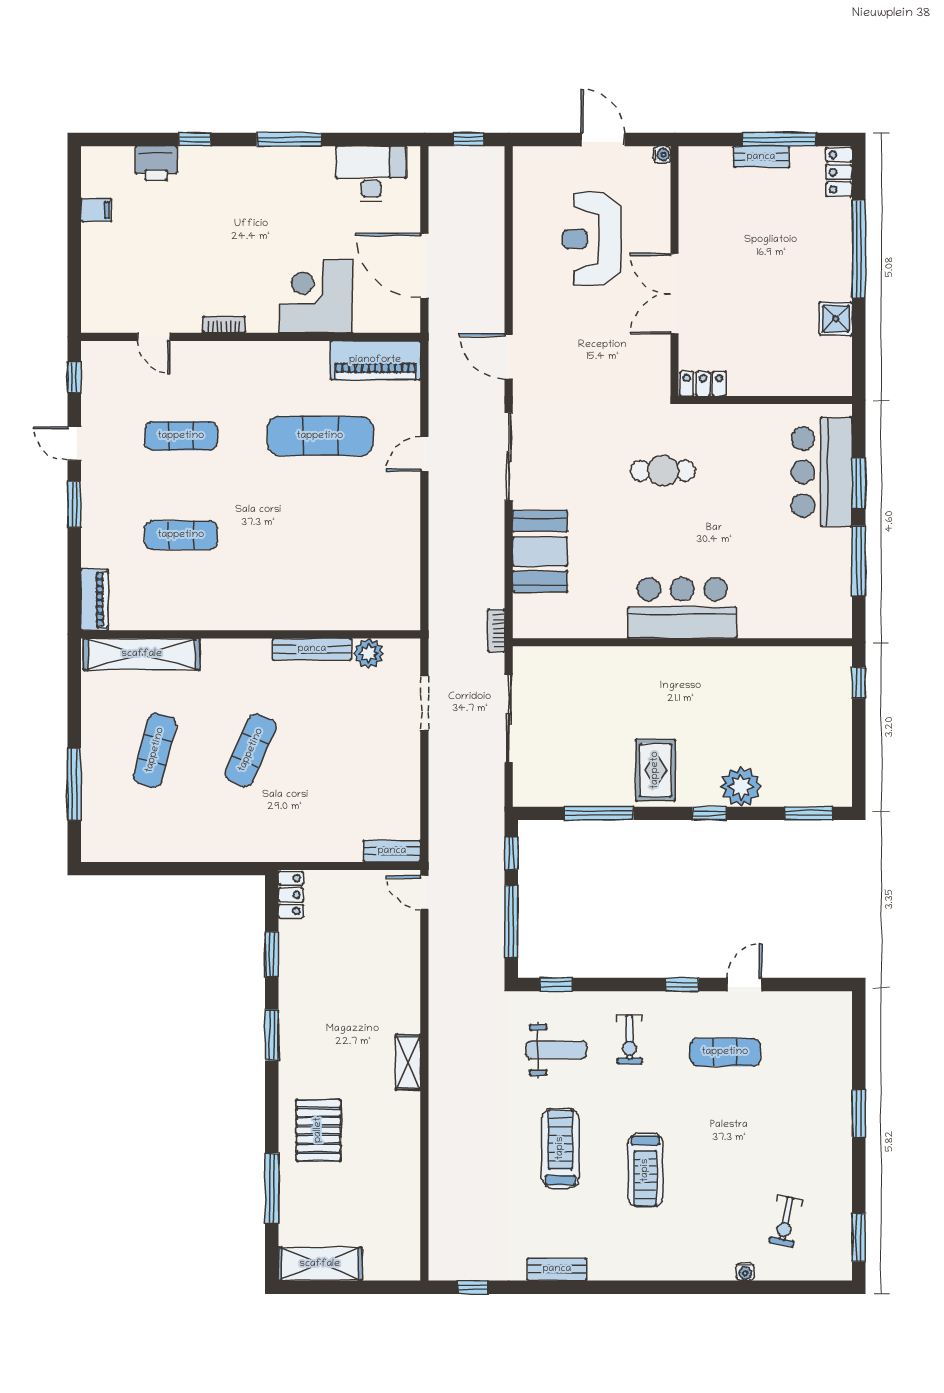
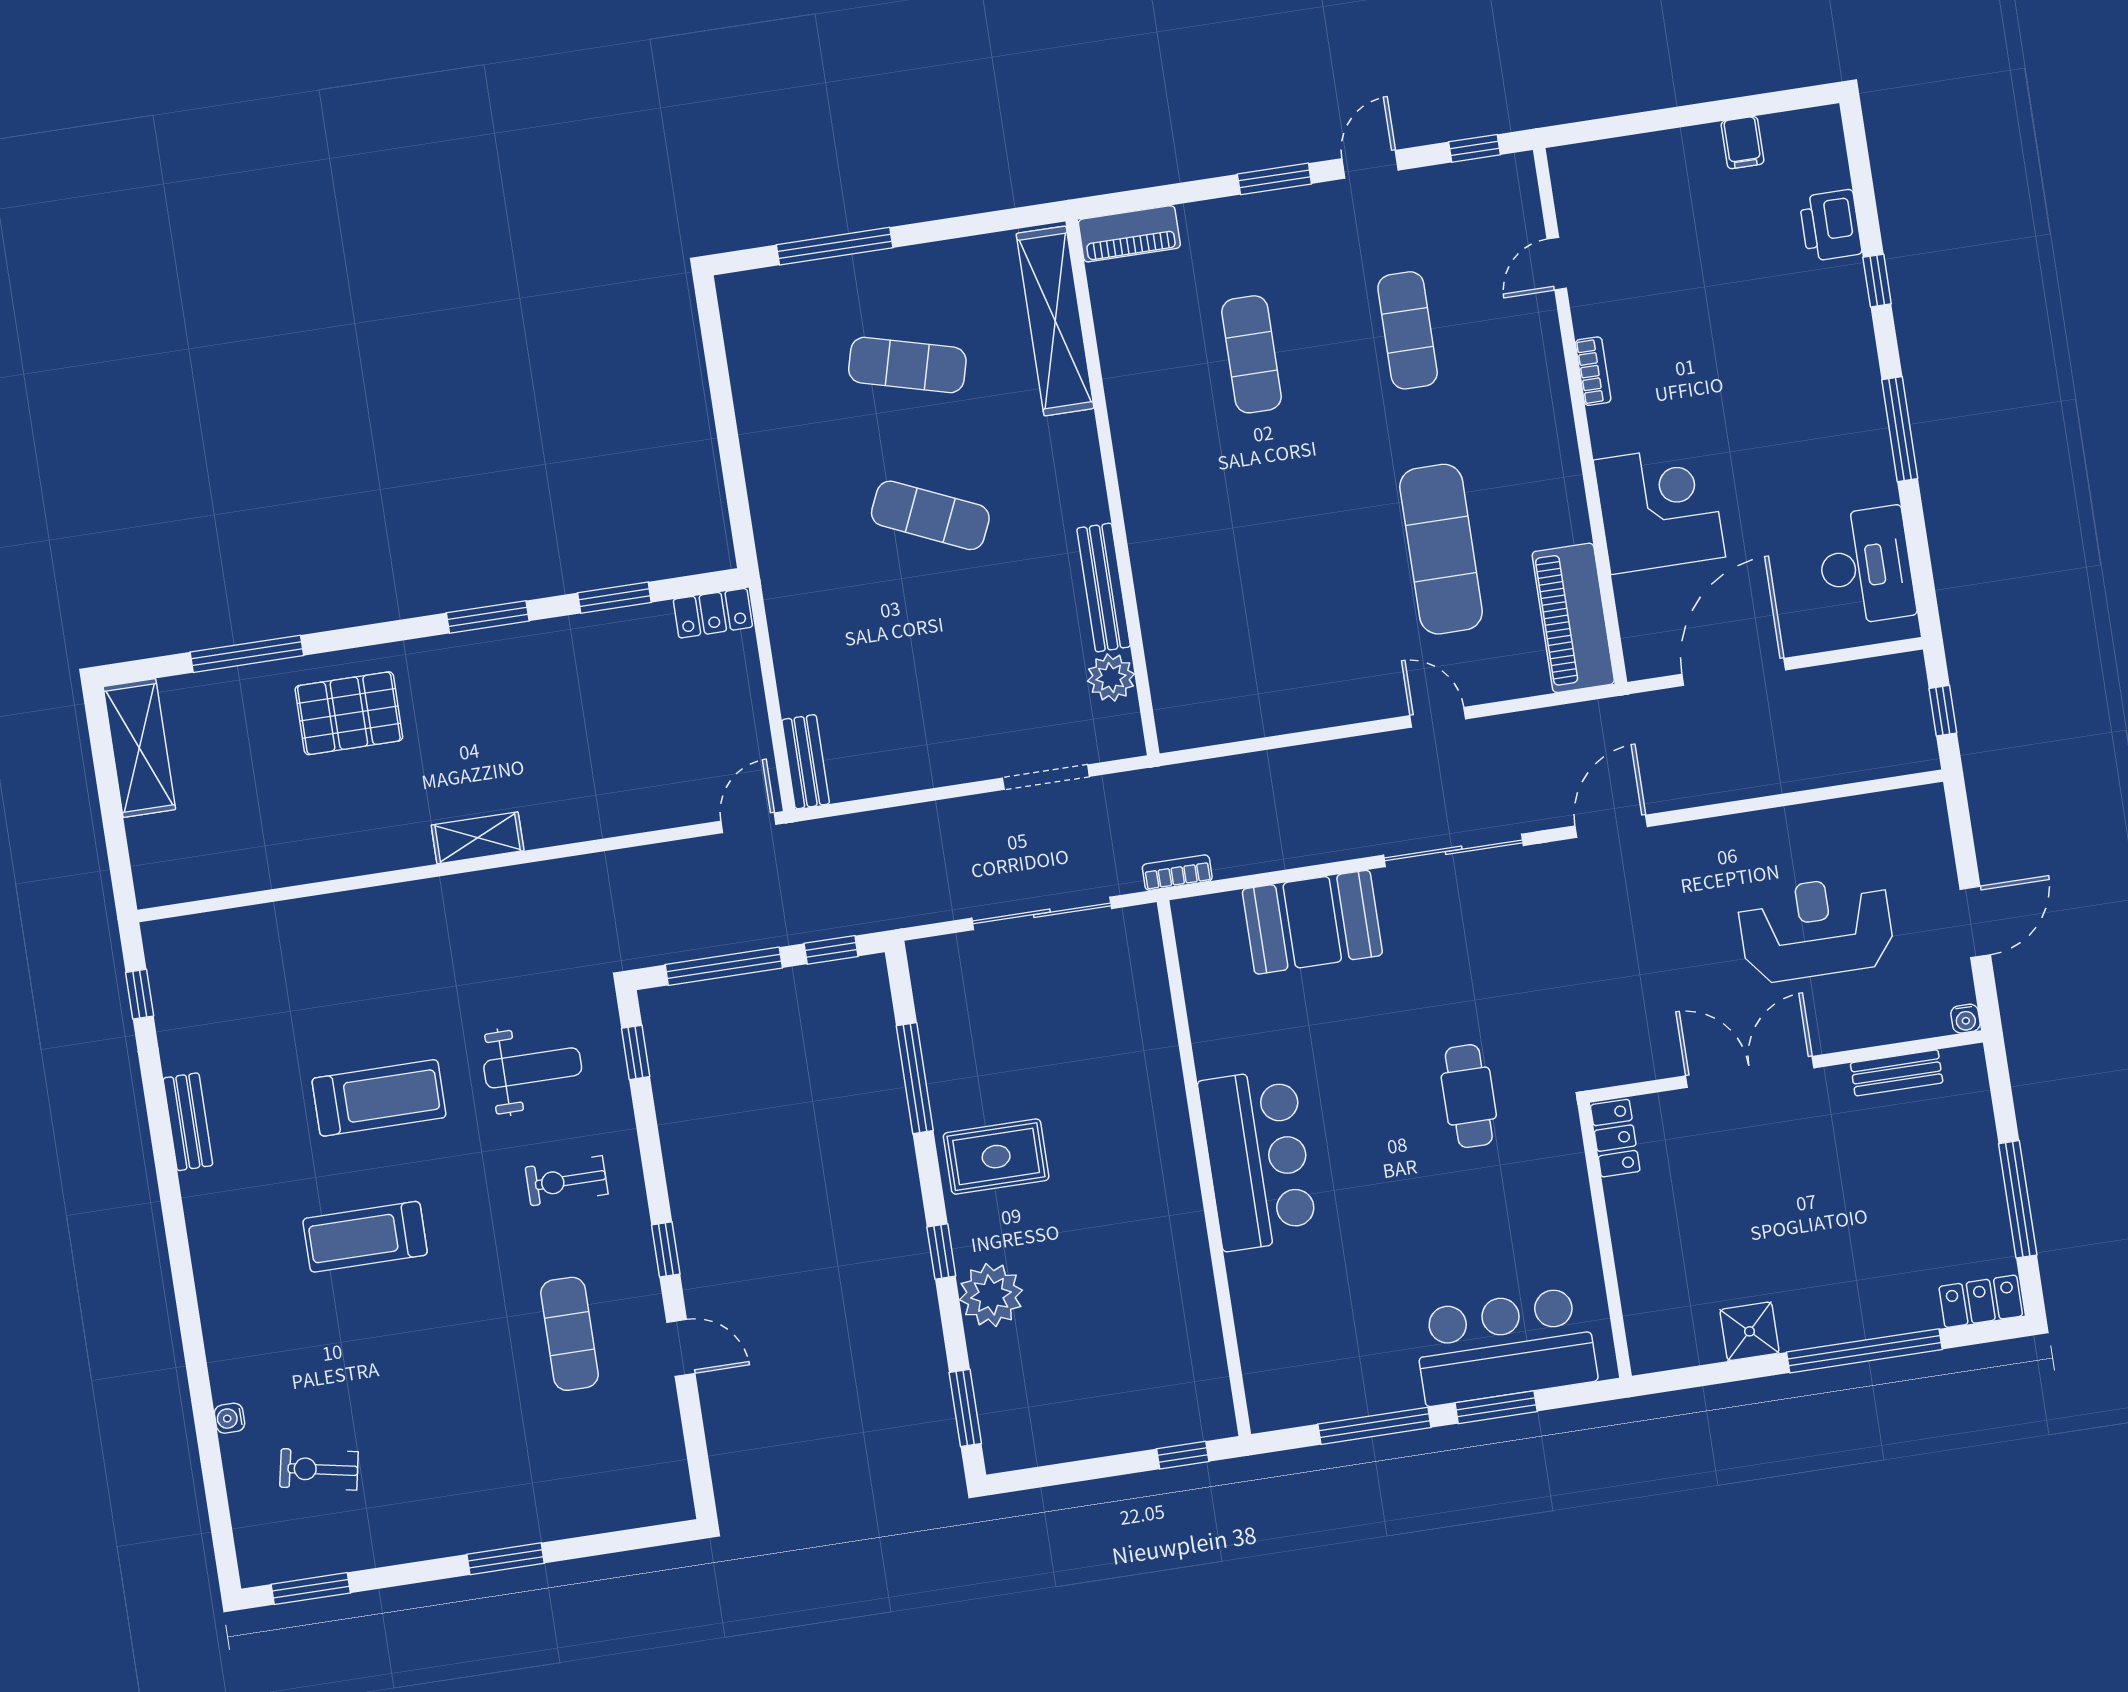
bench: (761, 157) -> (1897, 1073), moved, turned 90
weight bench: (556, 1050) -> (533, 1068), turned -90

